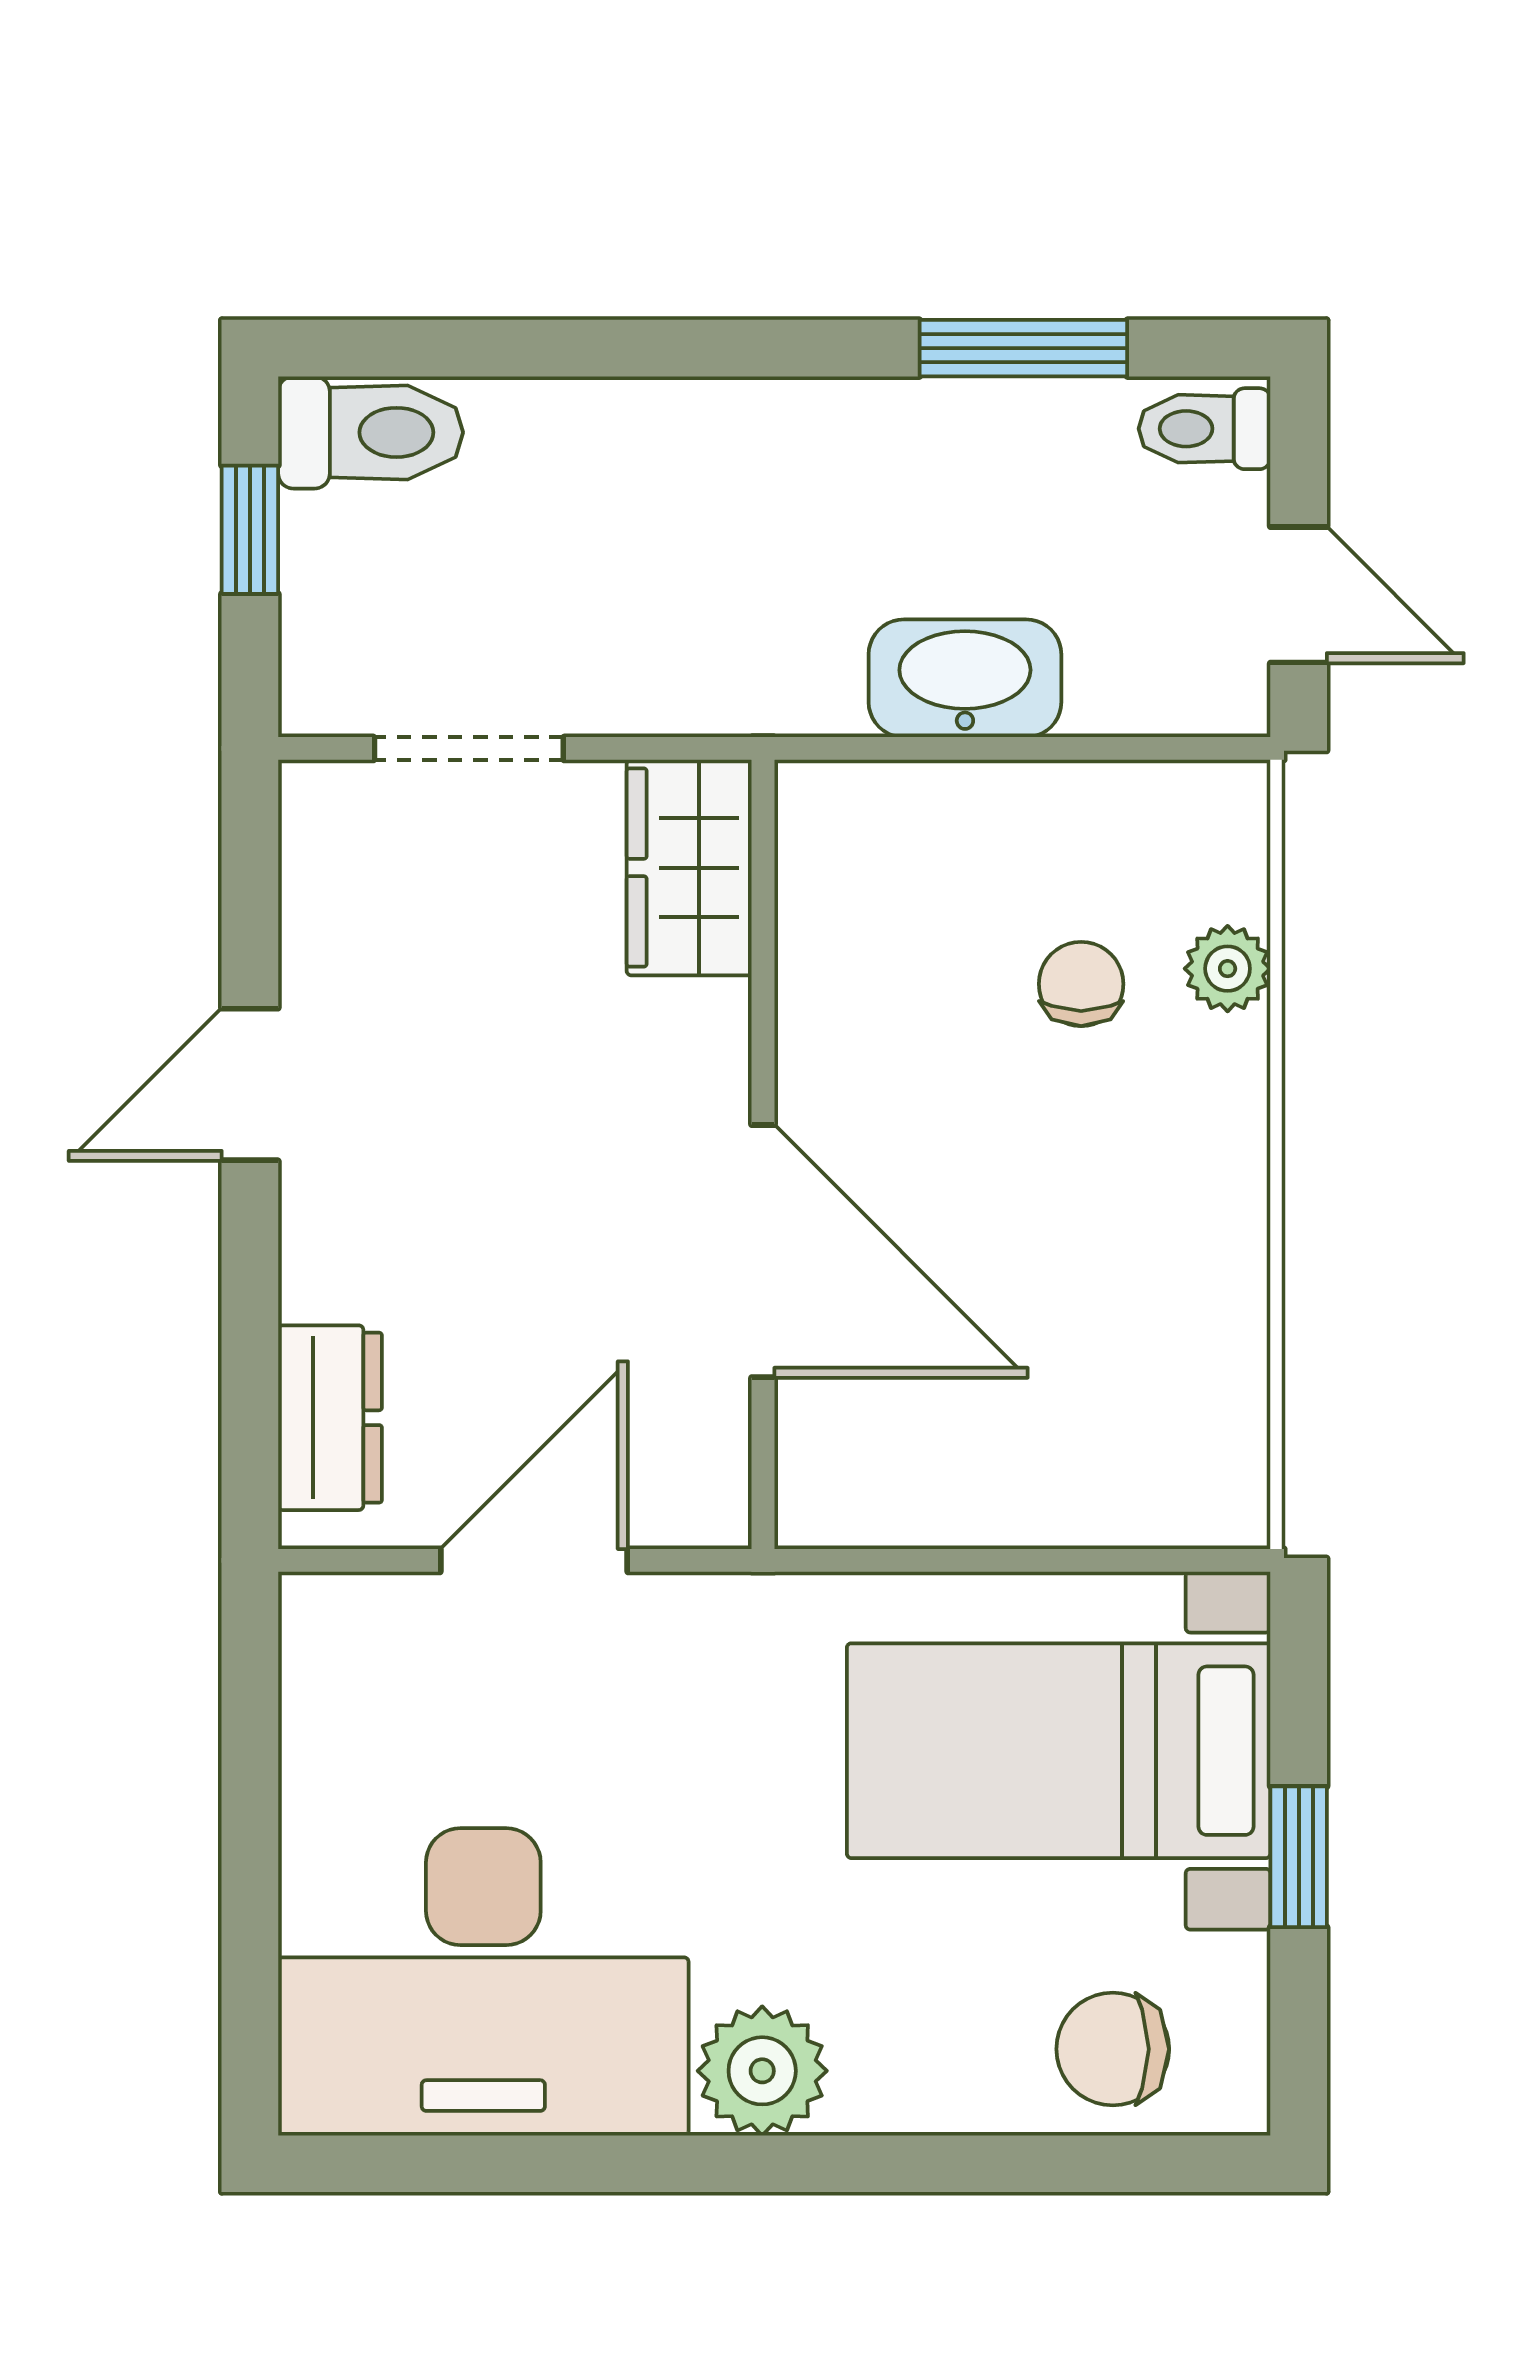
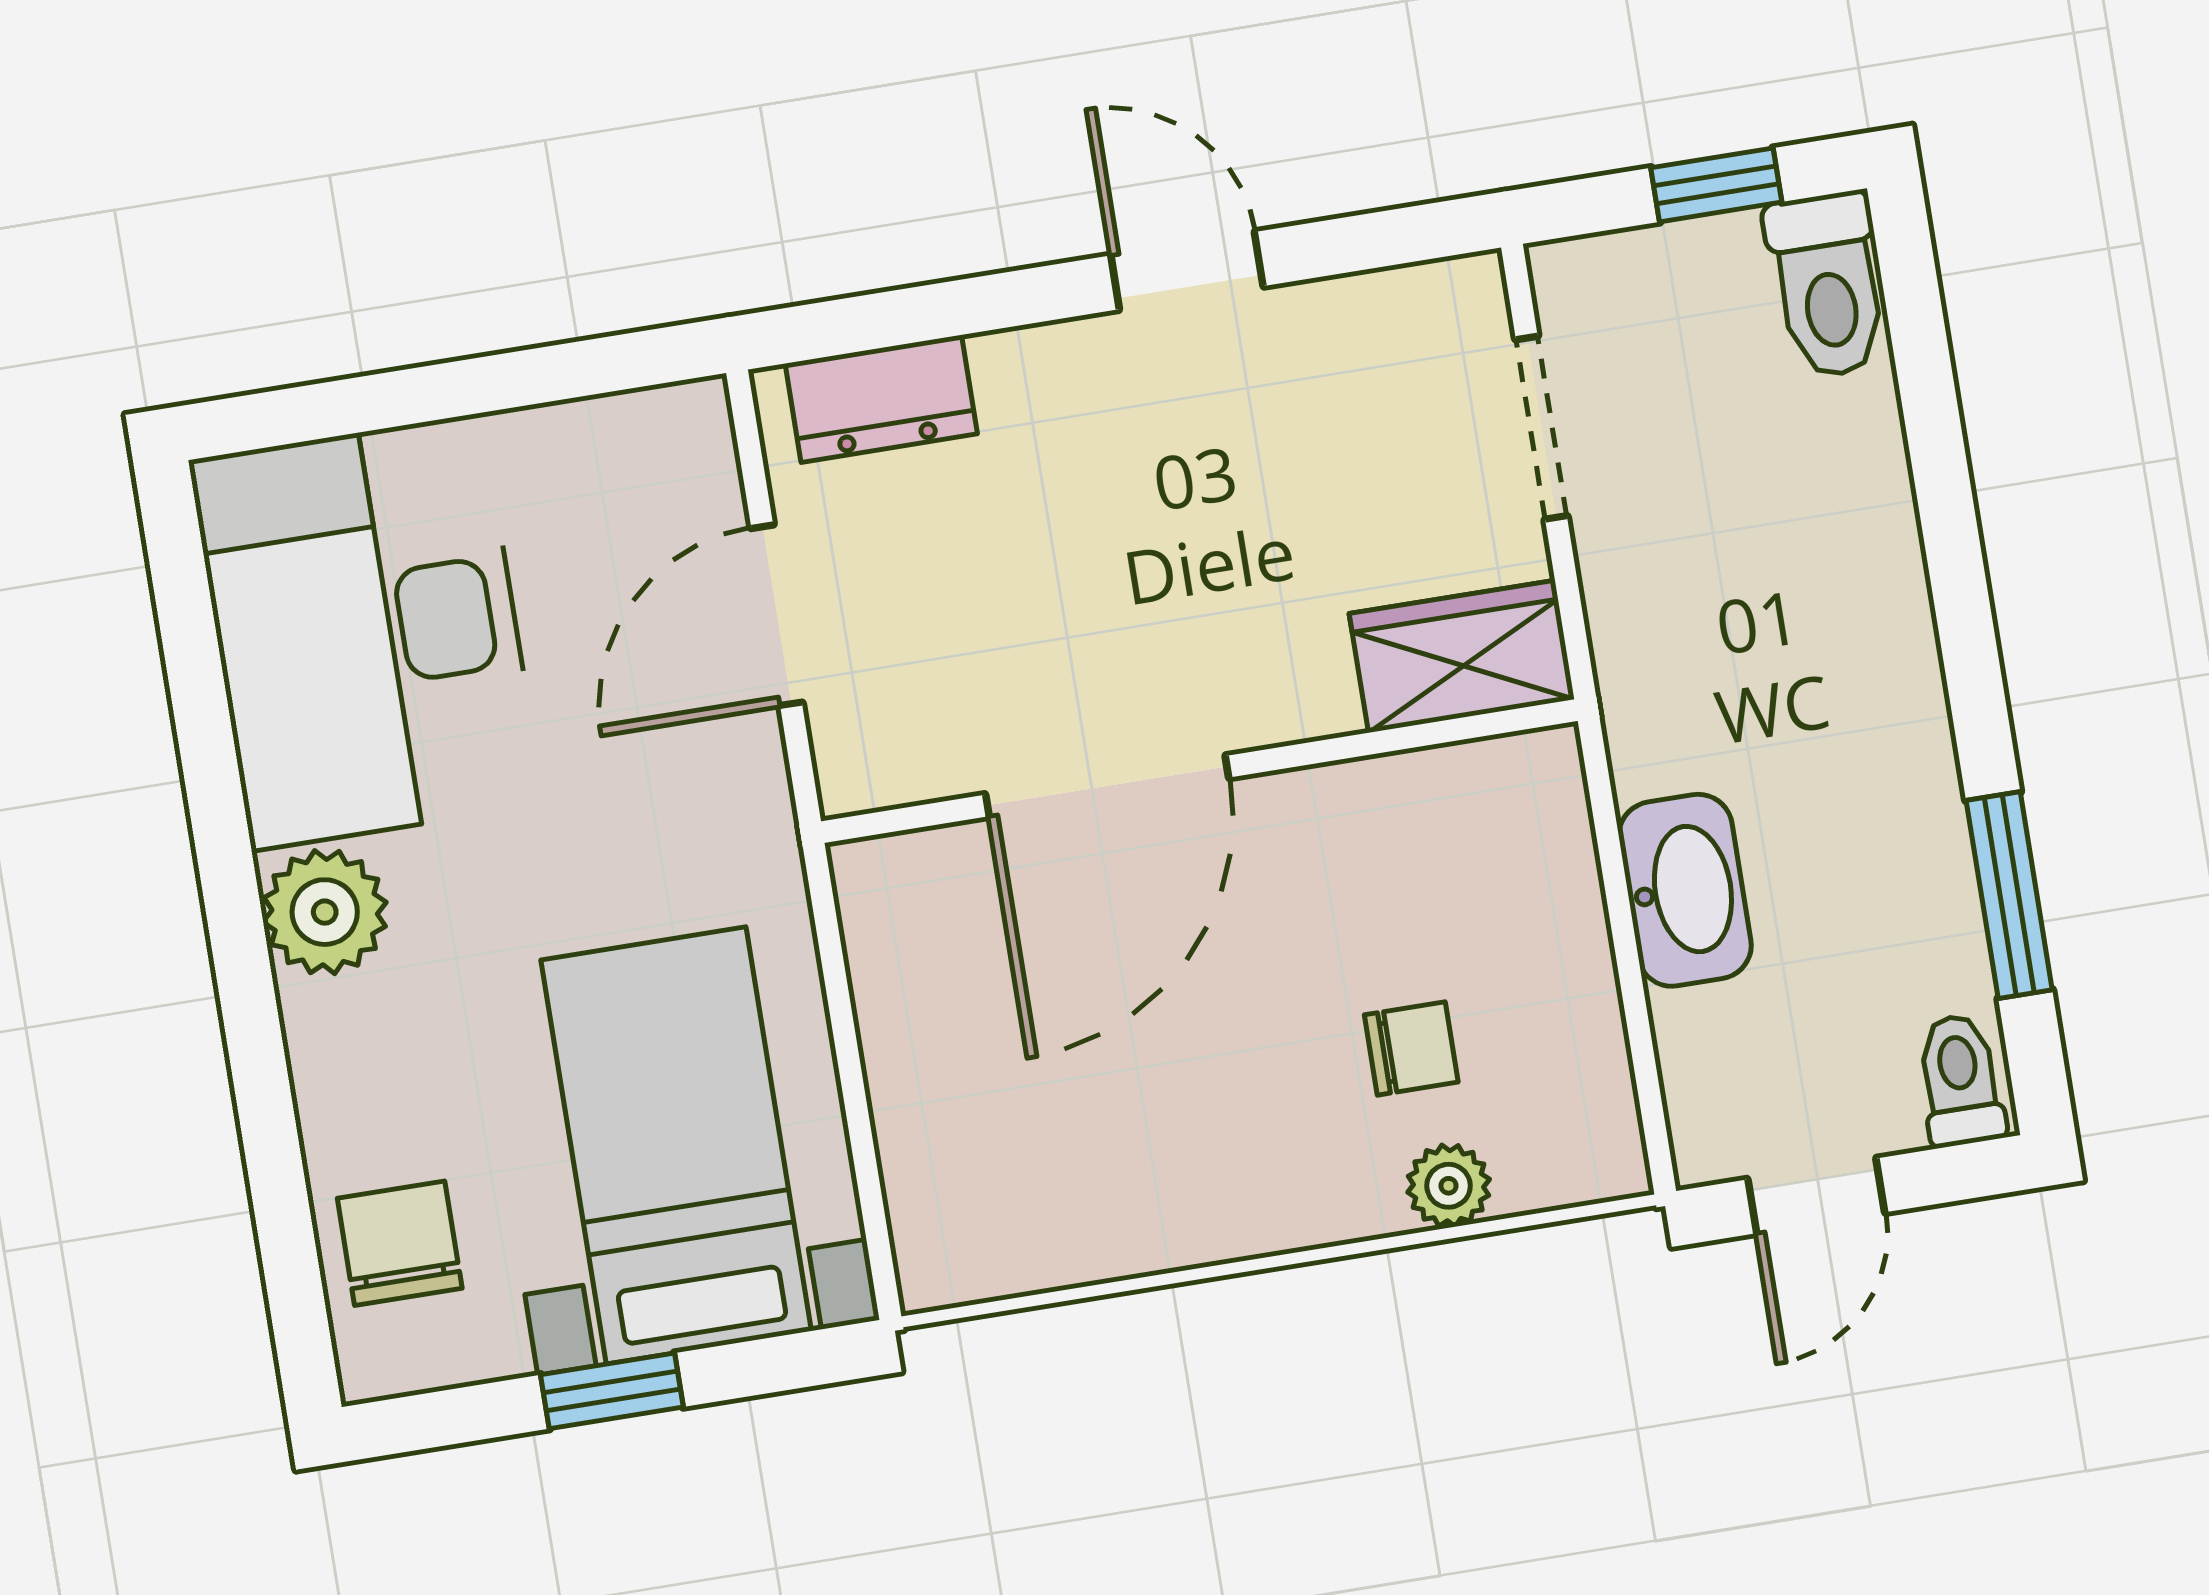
door: (534, 1560) -> (777, 615), swing flipped

